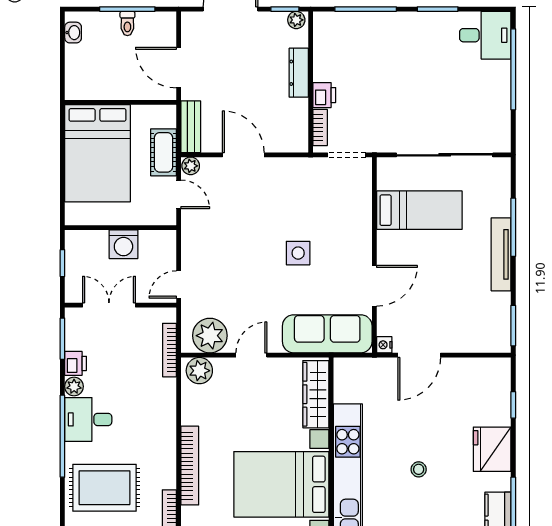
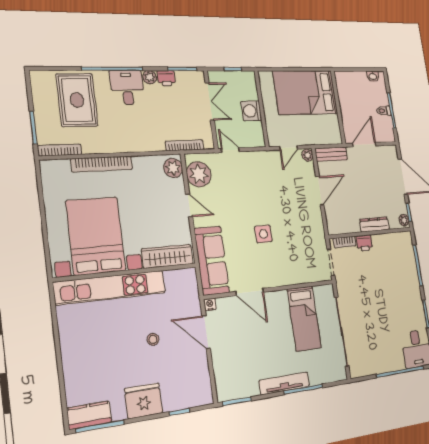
cot: (163, 152) -> (313, 136), removed
stool: (419, 469) -> (153, 339), moved

